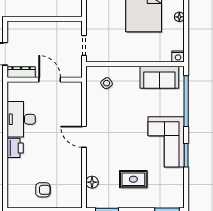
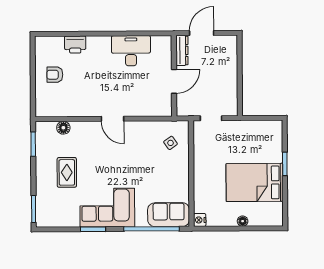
sofa: (159, 77) -> (169, 215), moved, turned 90
door: (84, 137) -> (113, 119), swing flipped
printer: (15, 148) -> (75, 44), moved
armchair: (43, 190) -> (55, 75), turned 90

